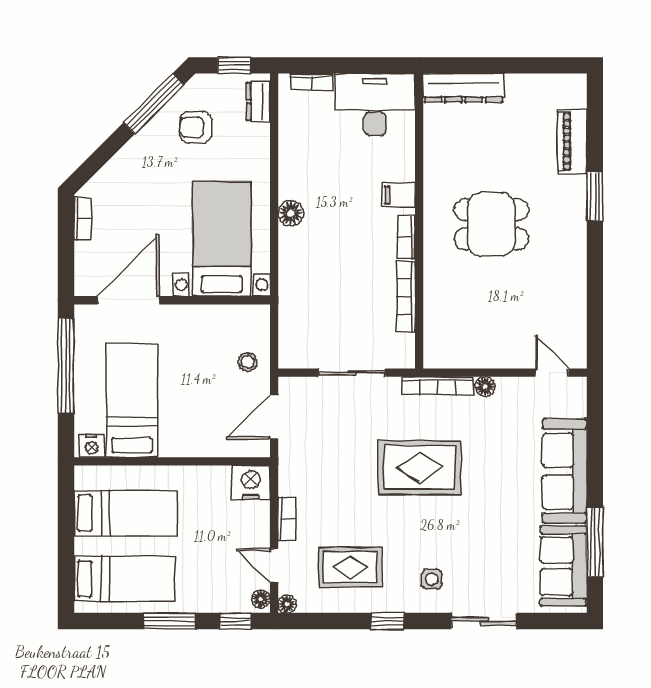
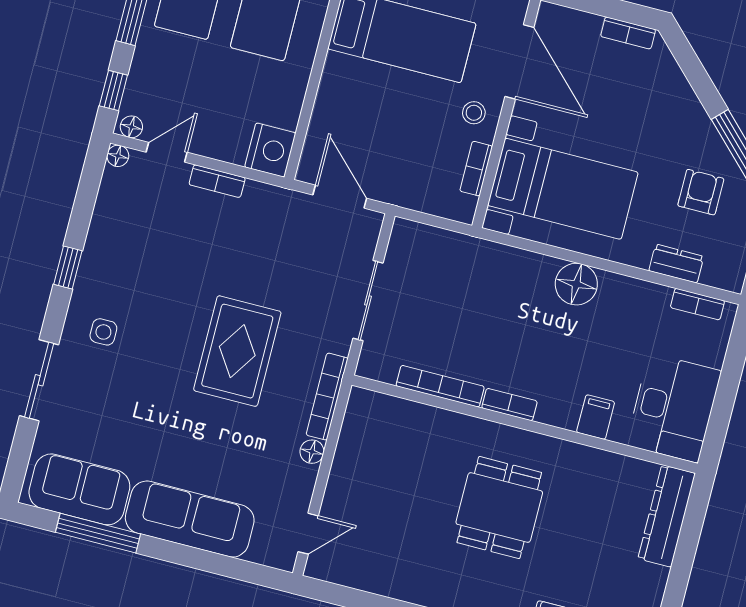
bookcase: (312, 82) -> (697, 304), moved, turned -90
dresser: (258, 101) -> (676, 264), moved
filing cabinet: (399, 195) -> (596, 417), moved
floor lamp: (291, 213) -> (576, 284), width x1.38, depth x1.38
bookcase: (223, 313) -> (476, 169), added
stool: (248, 362) -> (474, 113), moved
rug: (350, 567) -> (142, 240), removed

